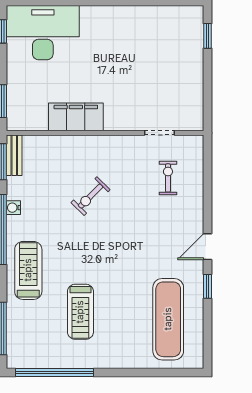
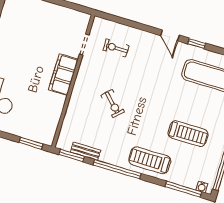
filing cabinet: (76, 117) -> (63, 75), moved
bench: (14, 155) -> (86, 151), moved
water cooler: (13, 208) -> (202, 187), moved

